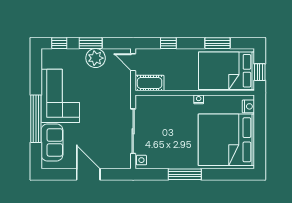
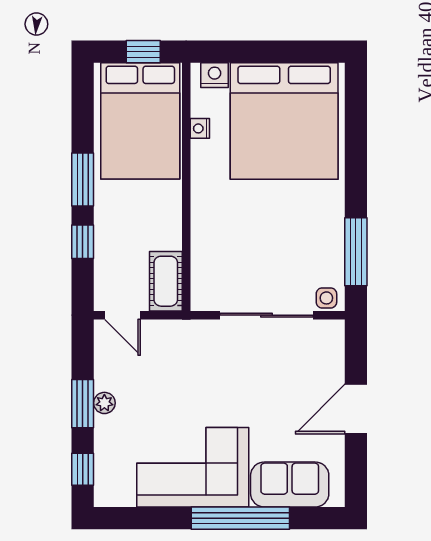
window: (217, 43) -> (83, 179), moved
plant: (96, 58) -> (104, 403), width x0.53, depth x0.53
door: (133, 62) -> (123, 315), hinge flipped
nightstand: (199, 99) -> (200, 128), moved
window: (185, 174) -> (356, 252), moved

